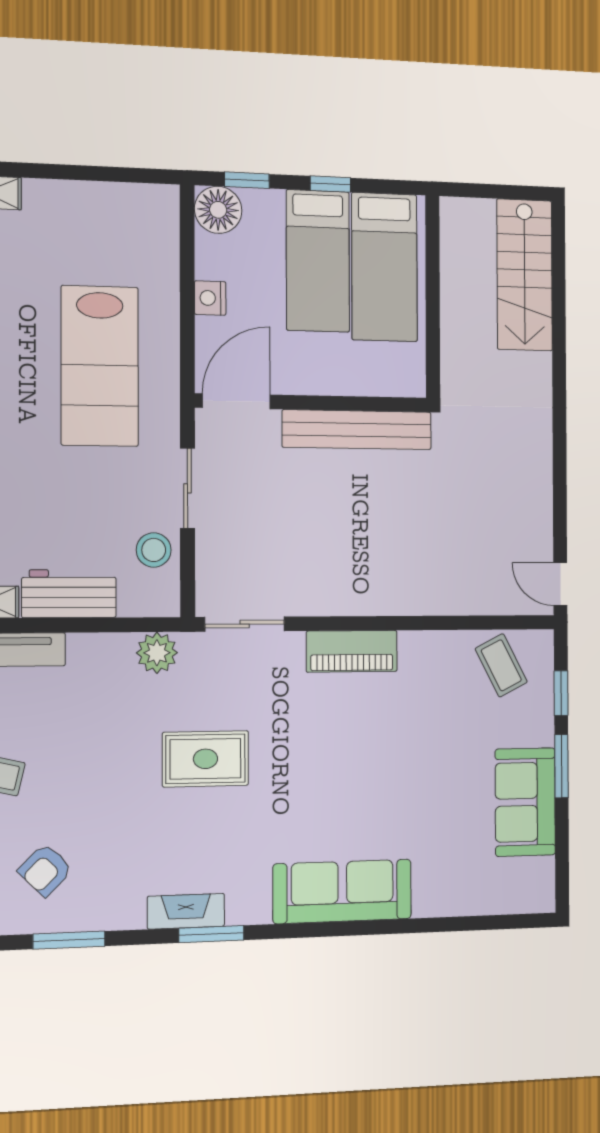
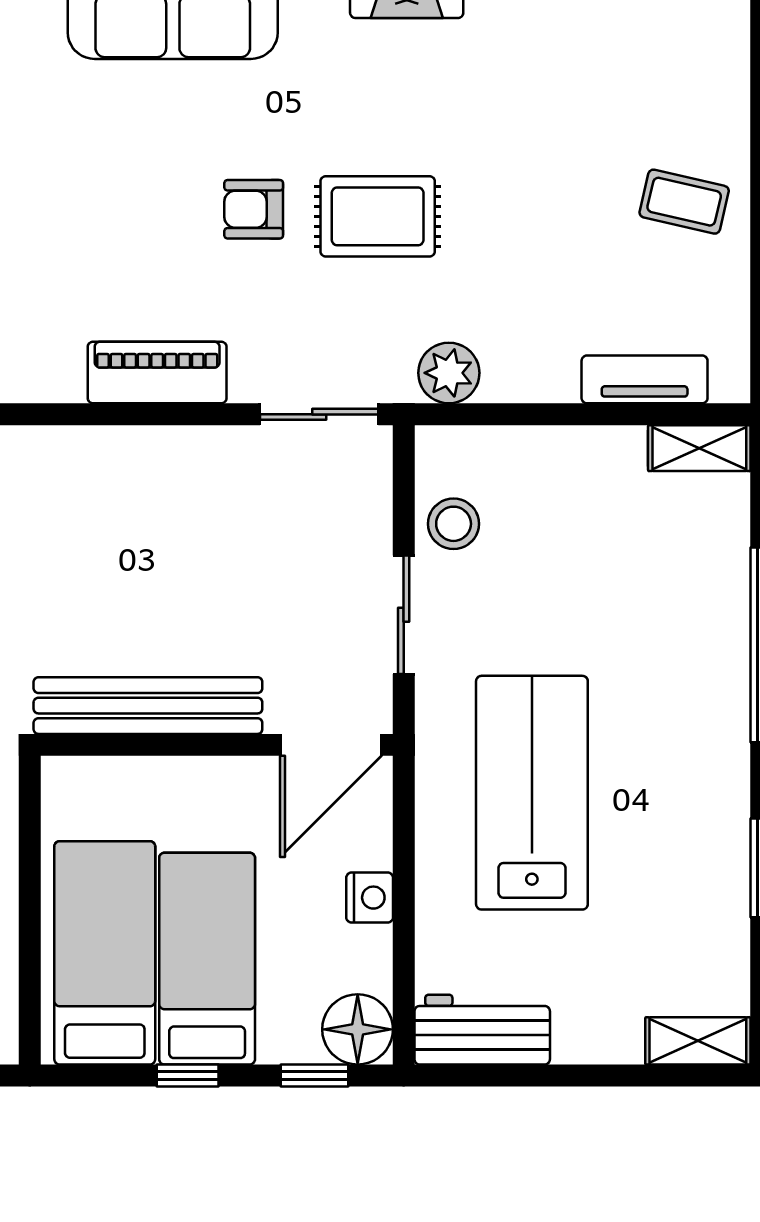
workbench: (69, 594) -> (482, 1030), moved, turned 180
armchair: (45, 870) -> (254, 209), moved, turned -135

